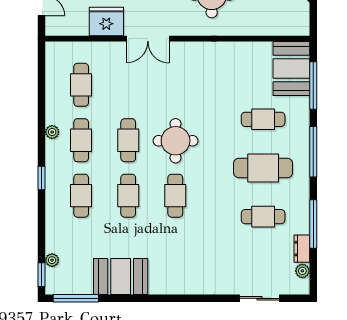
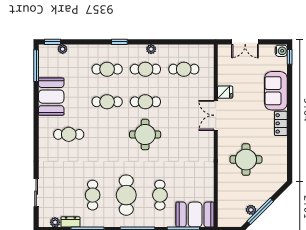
fridge: (106, 21) -> (225, 92), width x0.53, depth x0.75
cafe table: (175, 196) -> (69, 134), moved

